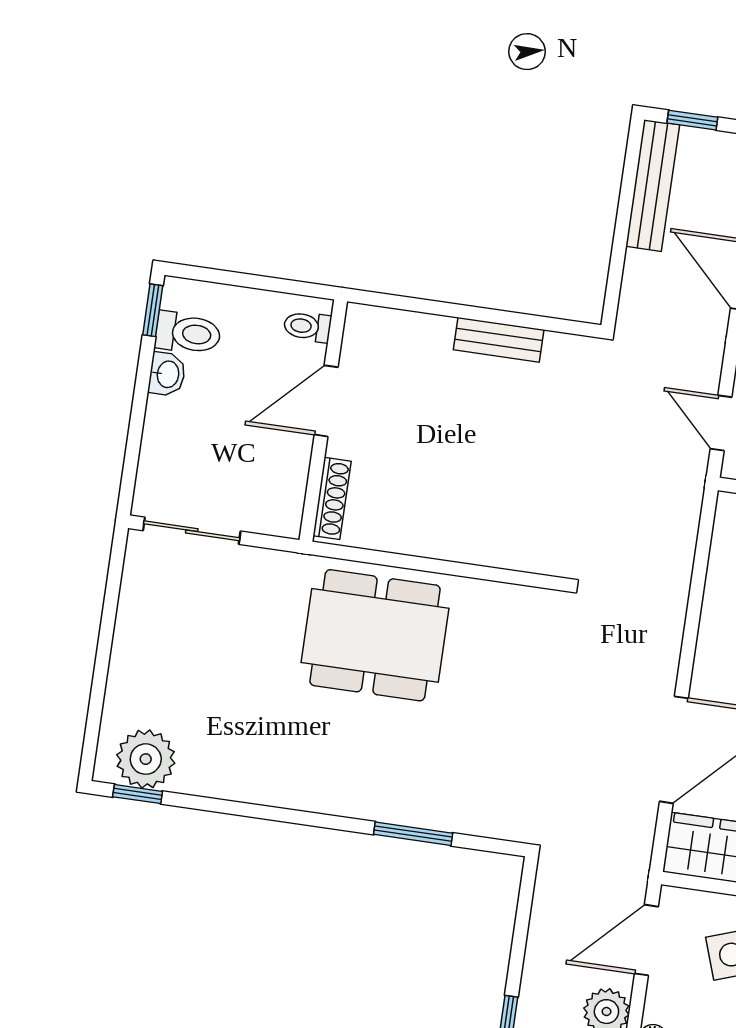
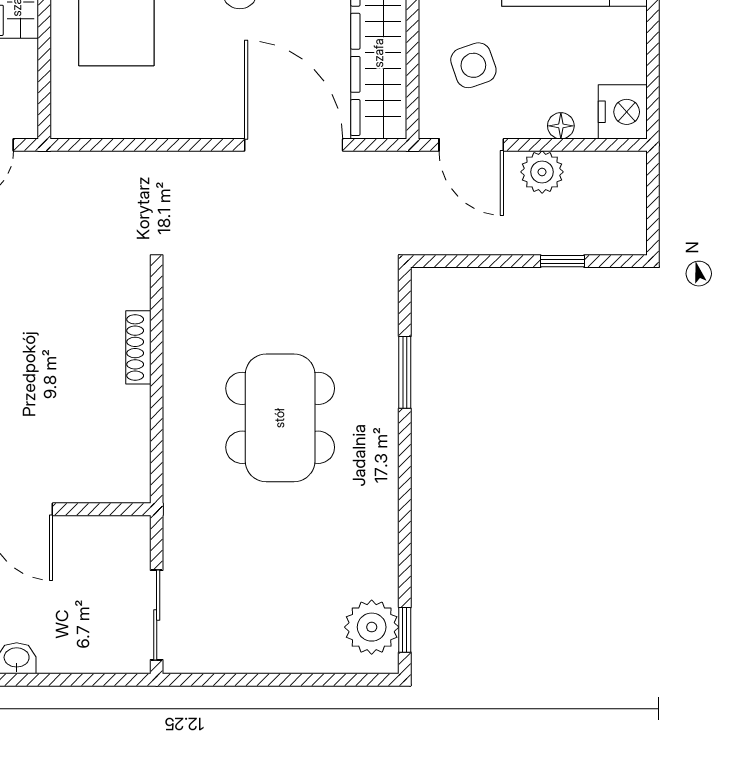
shoe rack: (332, 498) -> (138, 347), moved, turned -90
dining table: (375, 635) -> (280, 418), moved

